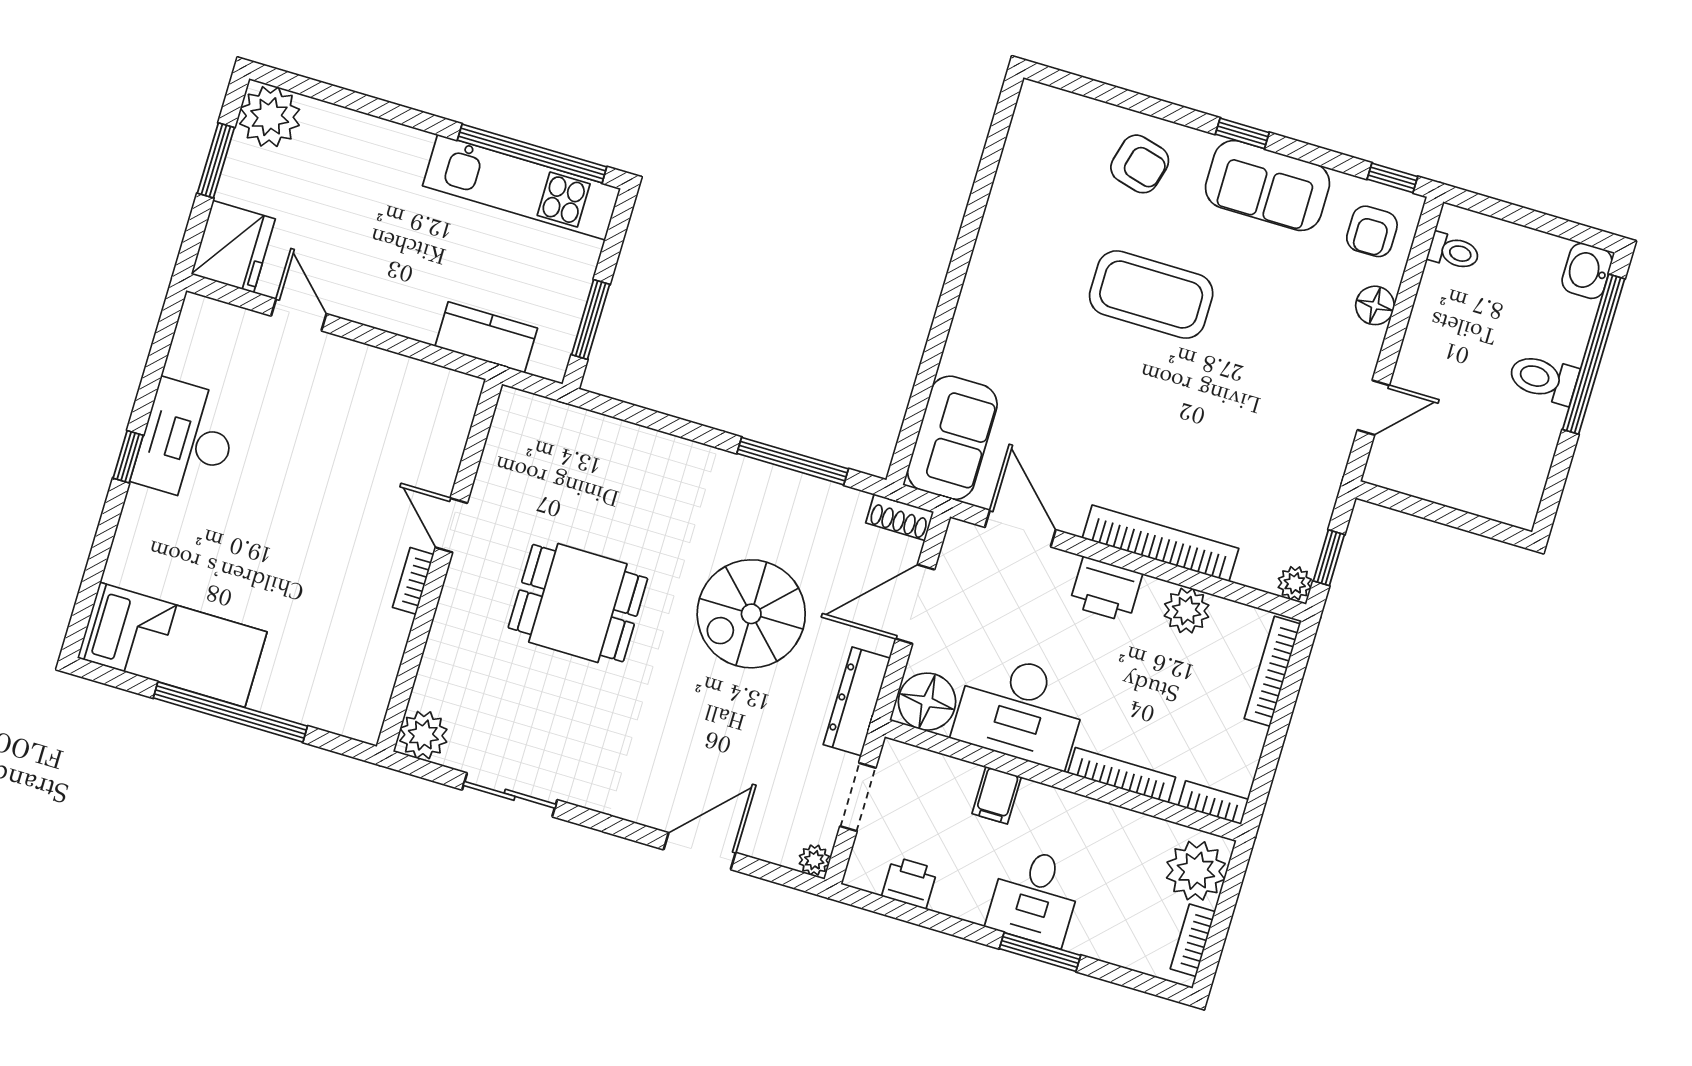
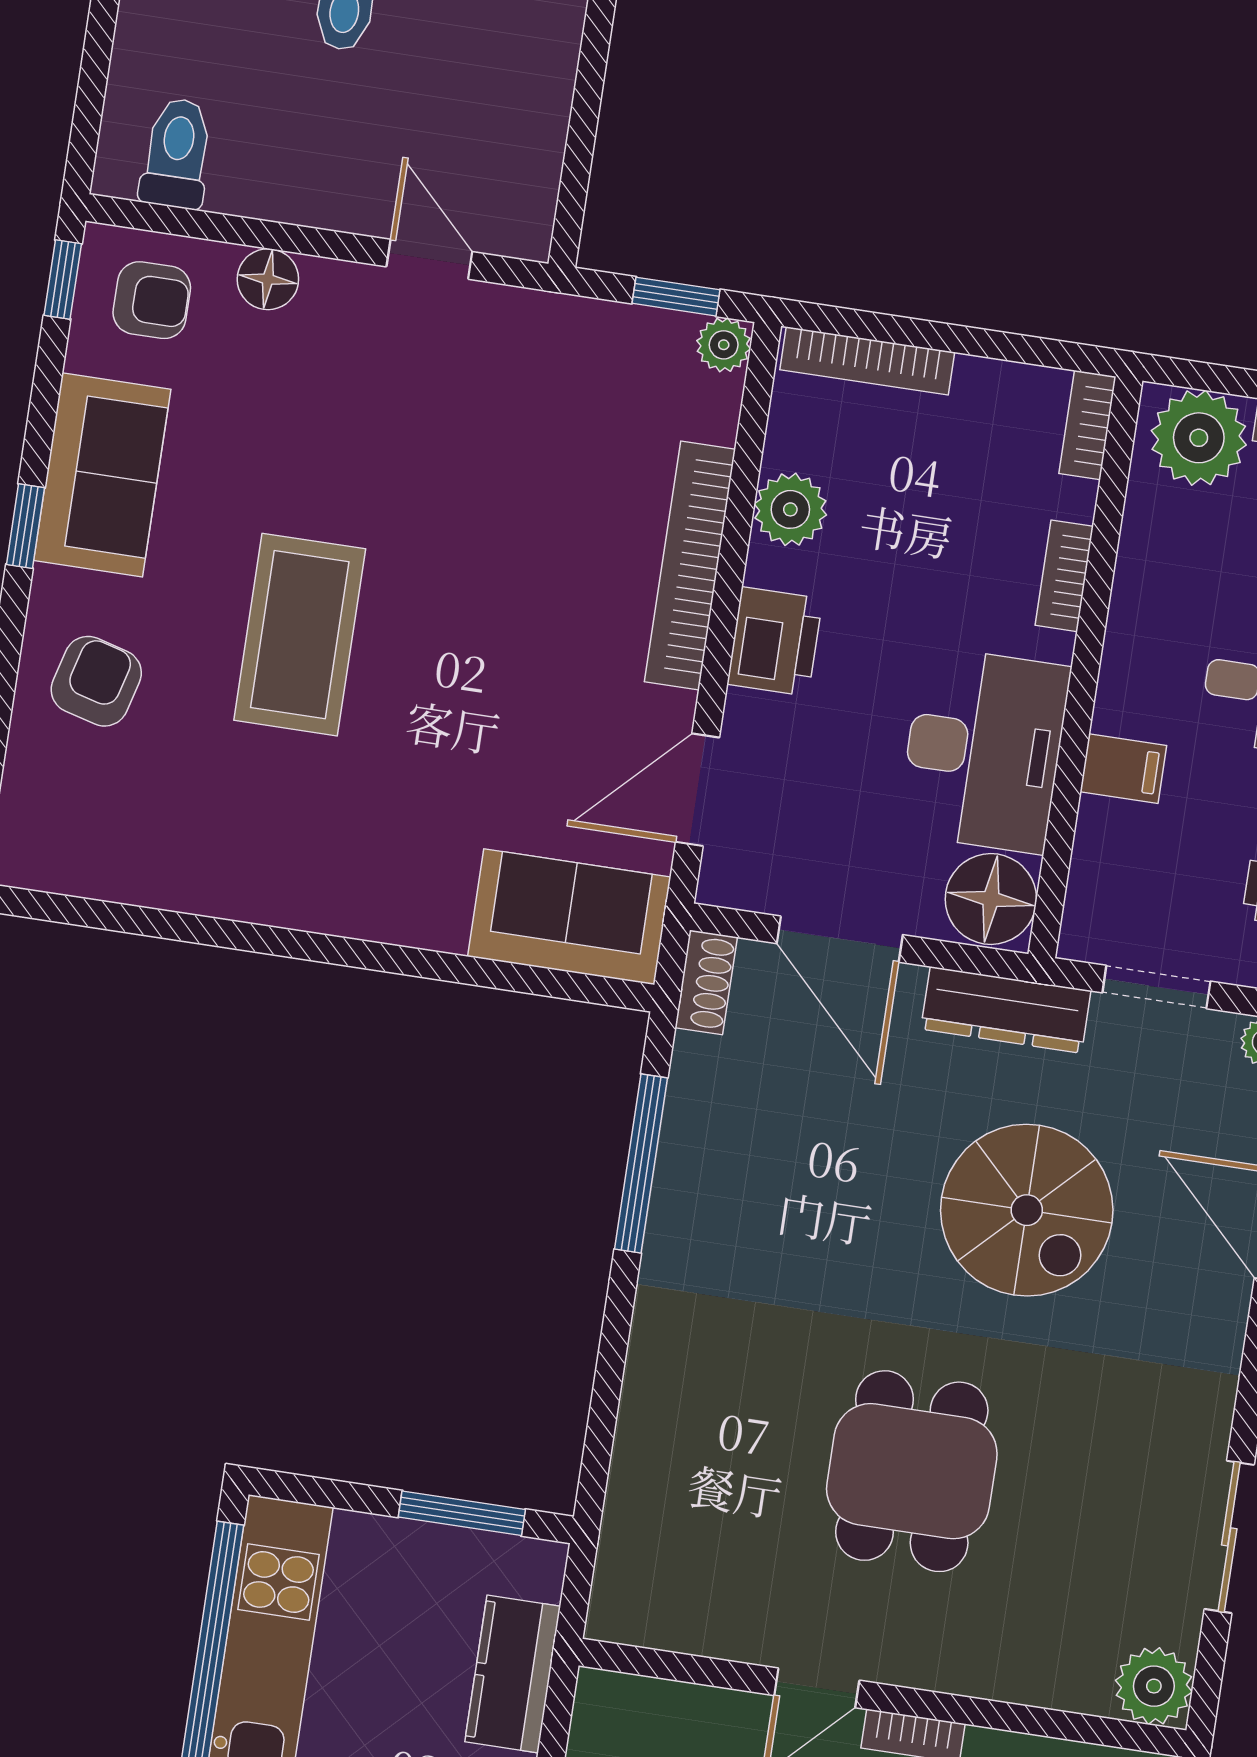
toilet: (1454, 252) -> (177, 153), width x1.37, depth x1.39
spiral stairs: (751, 614) -> (1027, 1210), moved
bookcase: (1122, 775) -> (1064, 576), width x0.64

